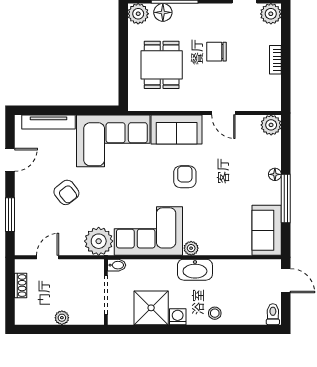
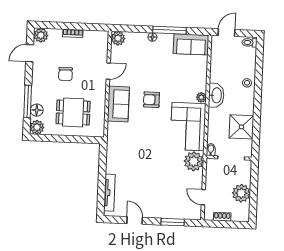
corner sofa: (113, 141) -> (124, 148), removed
armchair: (66, 192) -> (159, 182), removed
washing machine: (178, 317) -> (248, 109), removed
plant: (62, 318) -> (241, 193), width x1.88, depth x1.88

